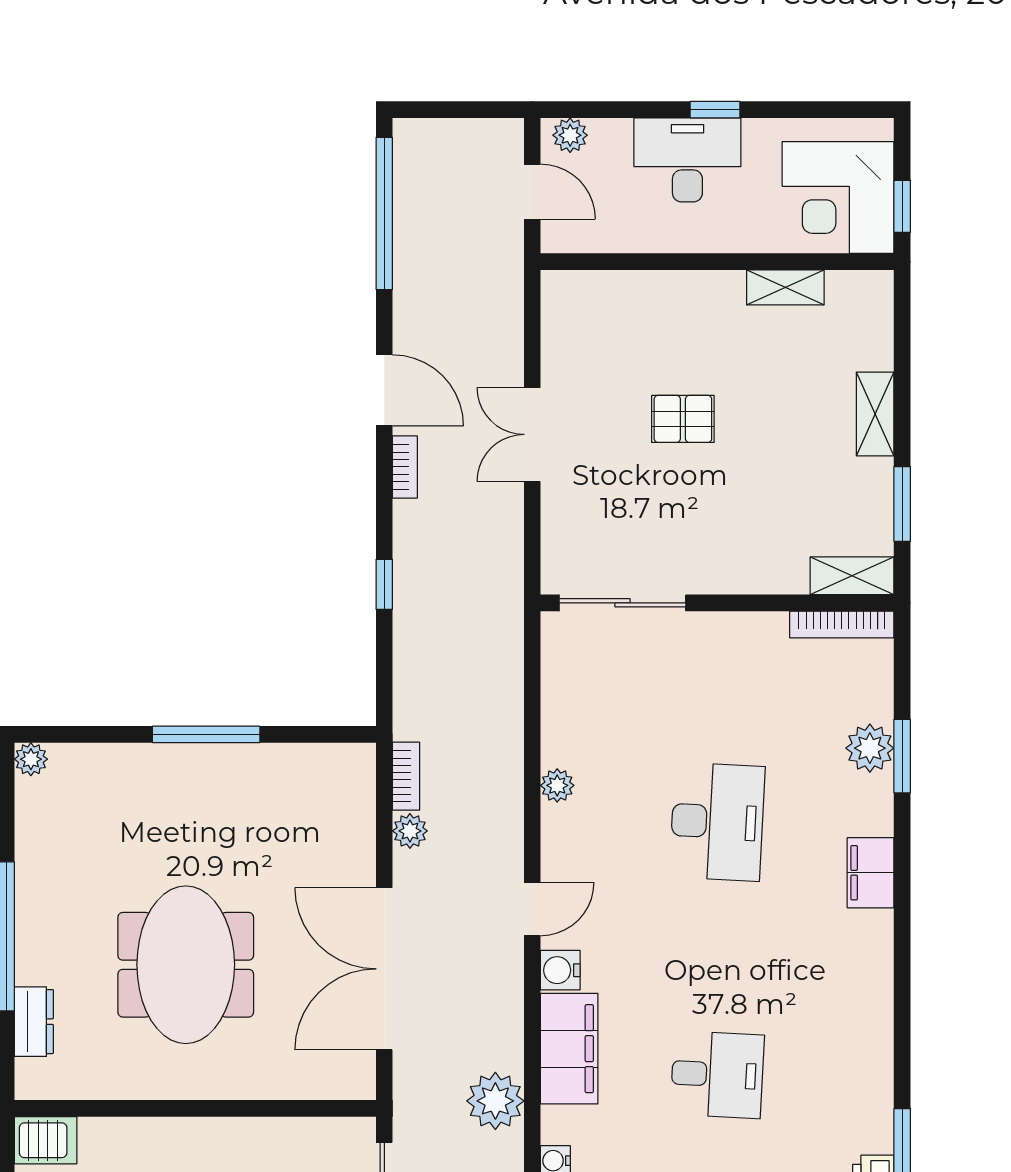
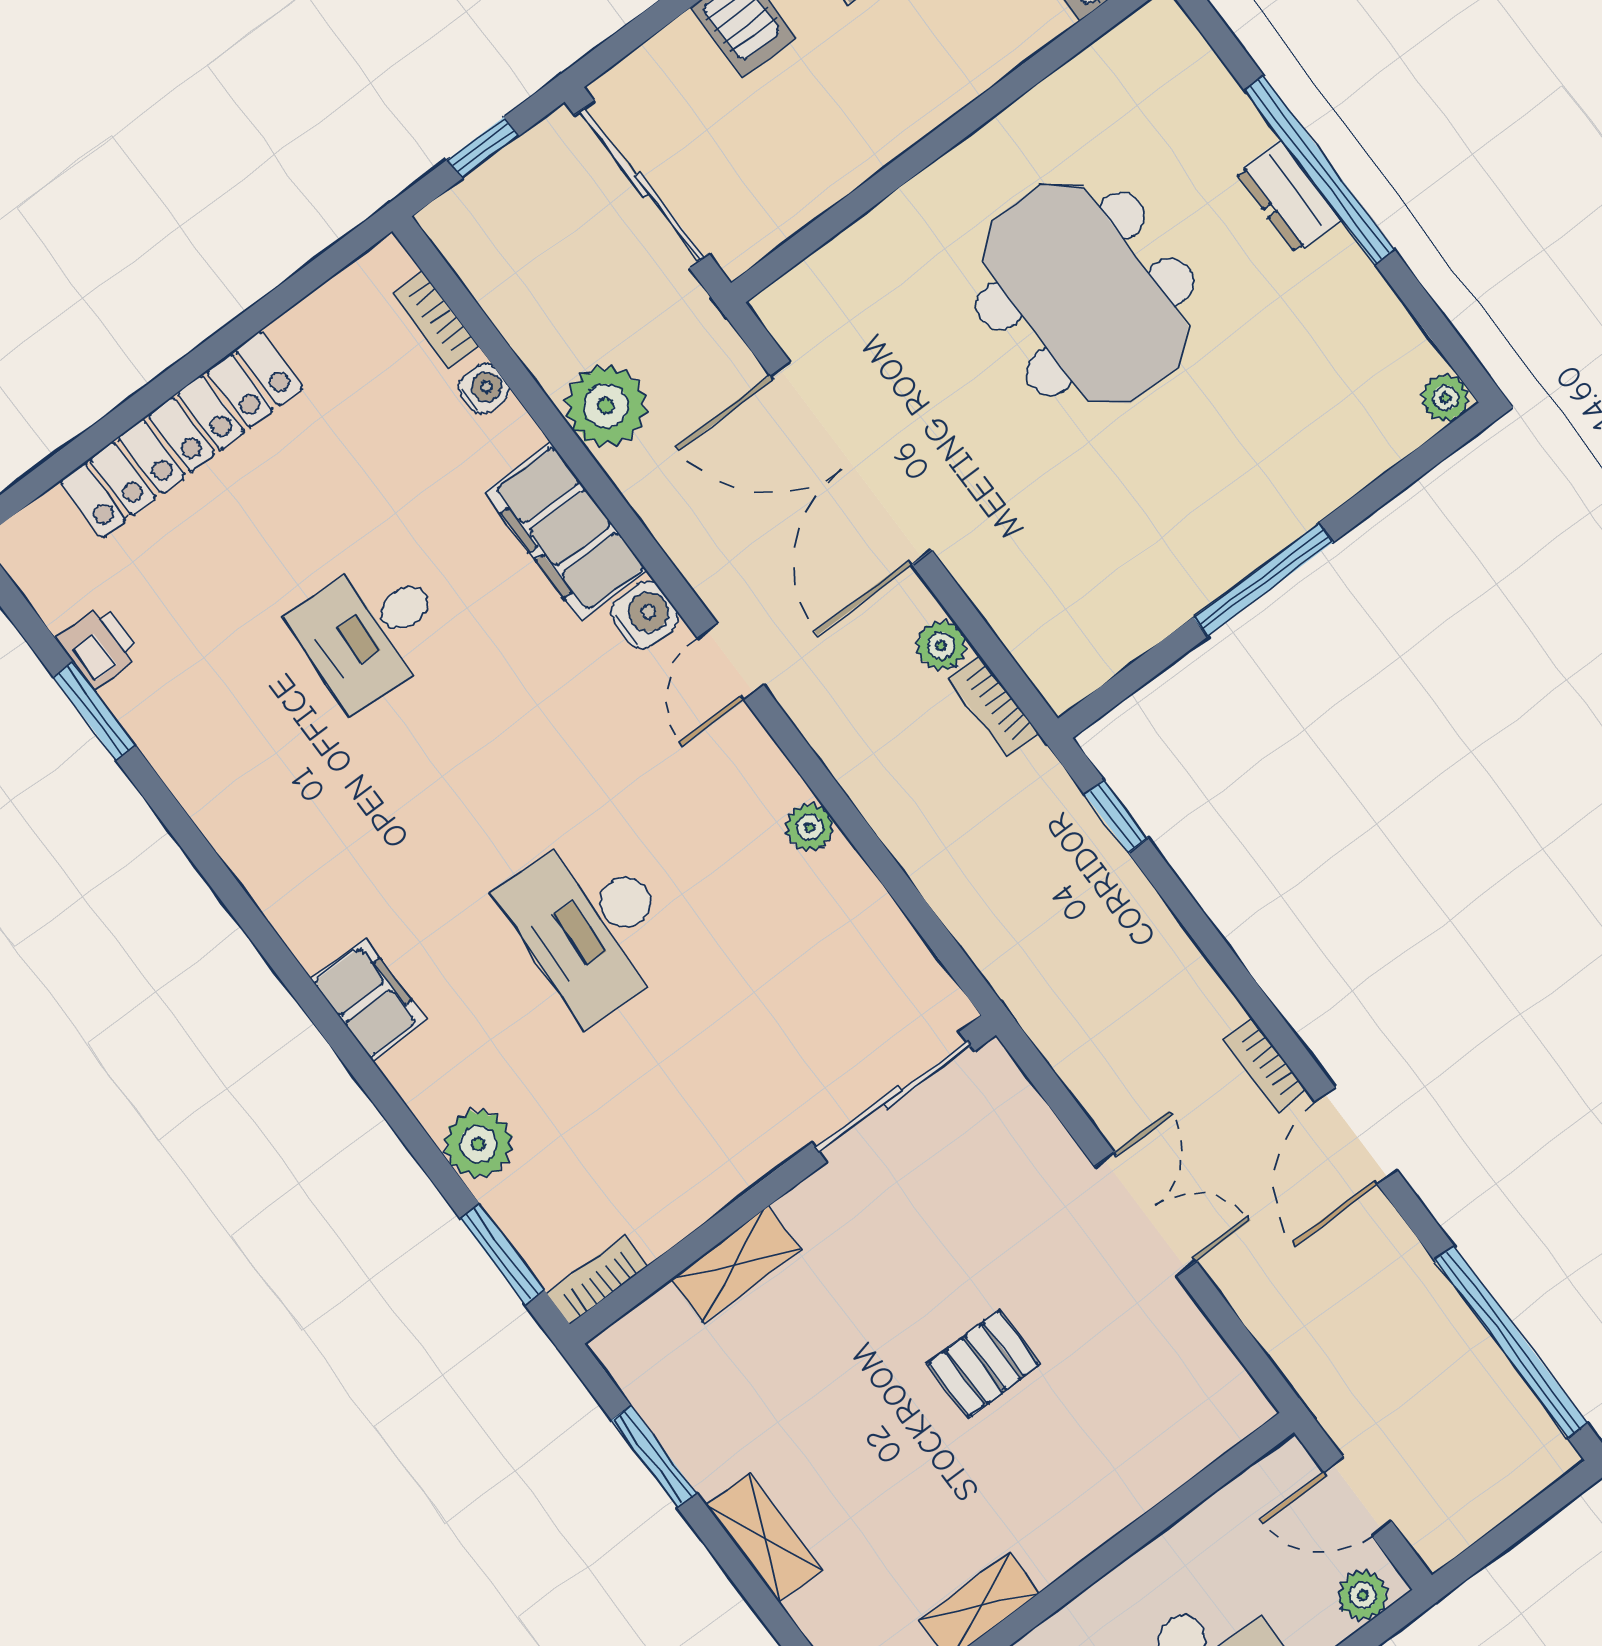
door: (384, 390) -> (1356, 1136), hinge flipped
shelving: (852, 576) -> (736, 1265), moved
window: (384, 584) -> (1116, 816), moved
bookcase: (842, 624) -> (597, 1280), width x0.64
window: (902, 756) -> (502, 1254), moved
double door: (384, 969) -> (851, 463), swing flipped
dresser: (34, 1022) -> (1288, 196), moved

